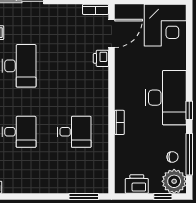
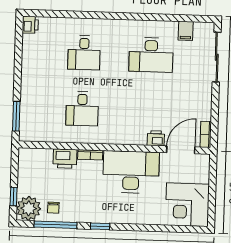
door: (111, 33) -> (181, 150), swing flipped
desk: (166, 98) -> (131, 172), moved, turned 180
printer: (137, 184) -> (65, 159), moved, turned 90

